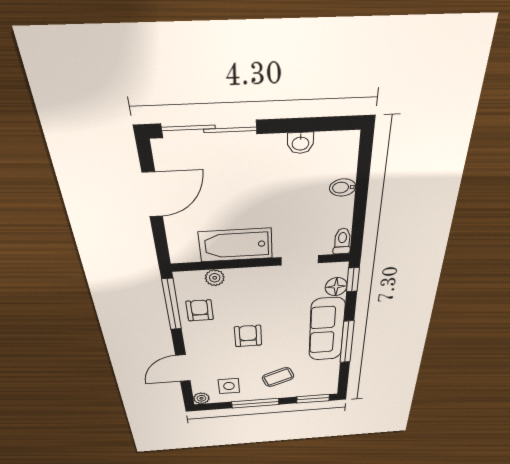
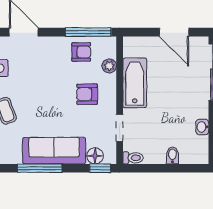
armchair: (248, 336) -> (87, 94), moved, turned 180

